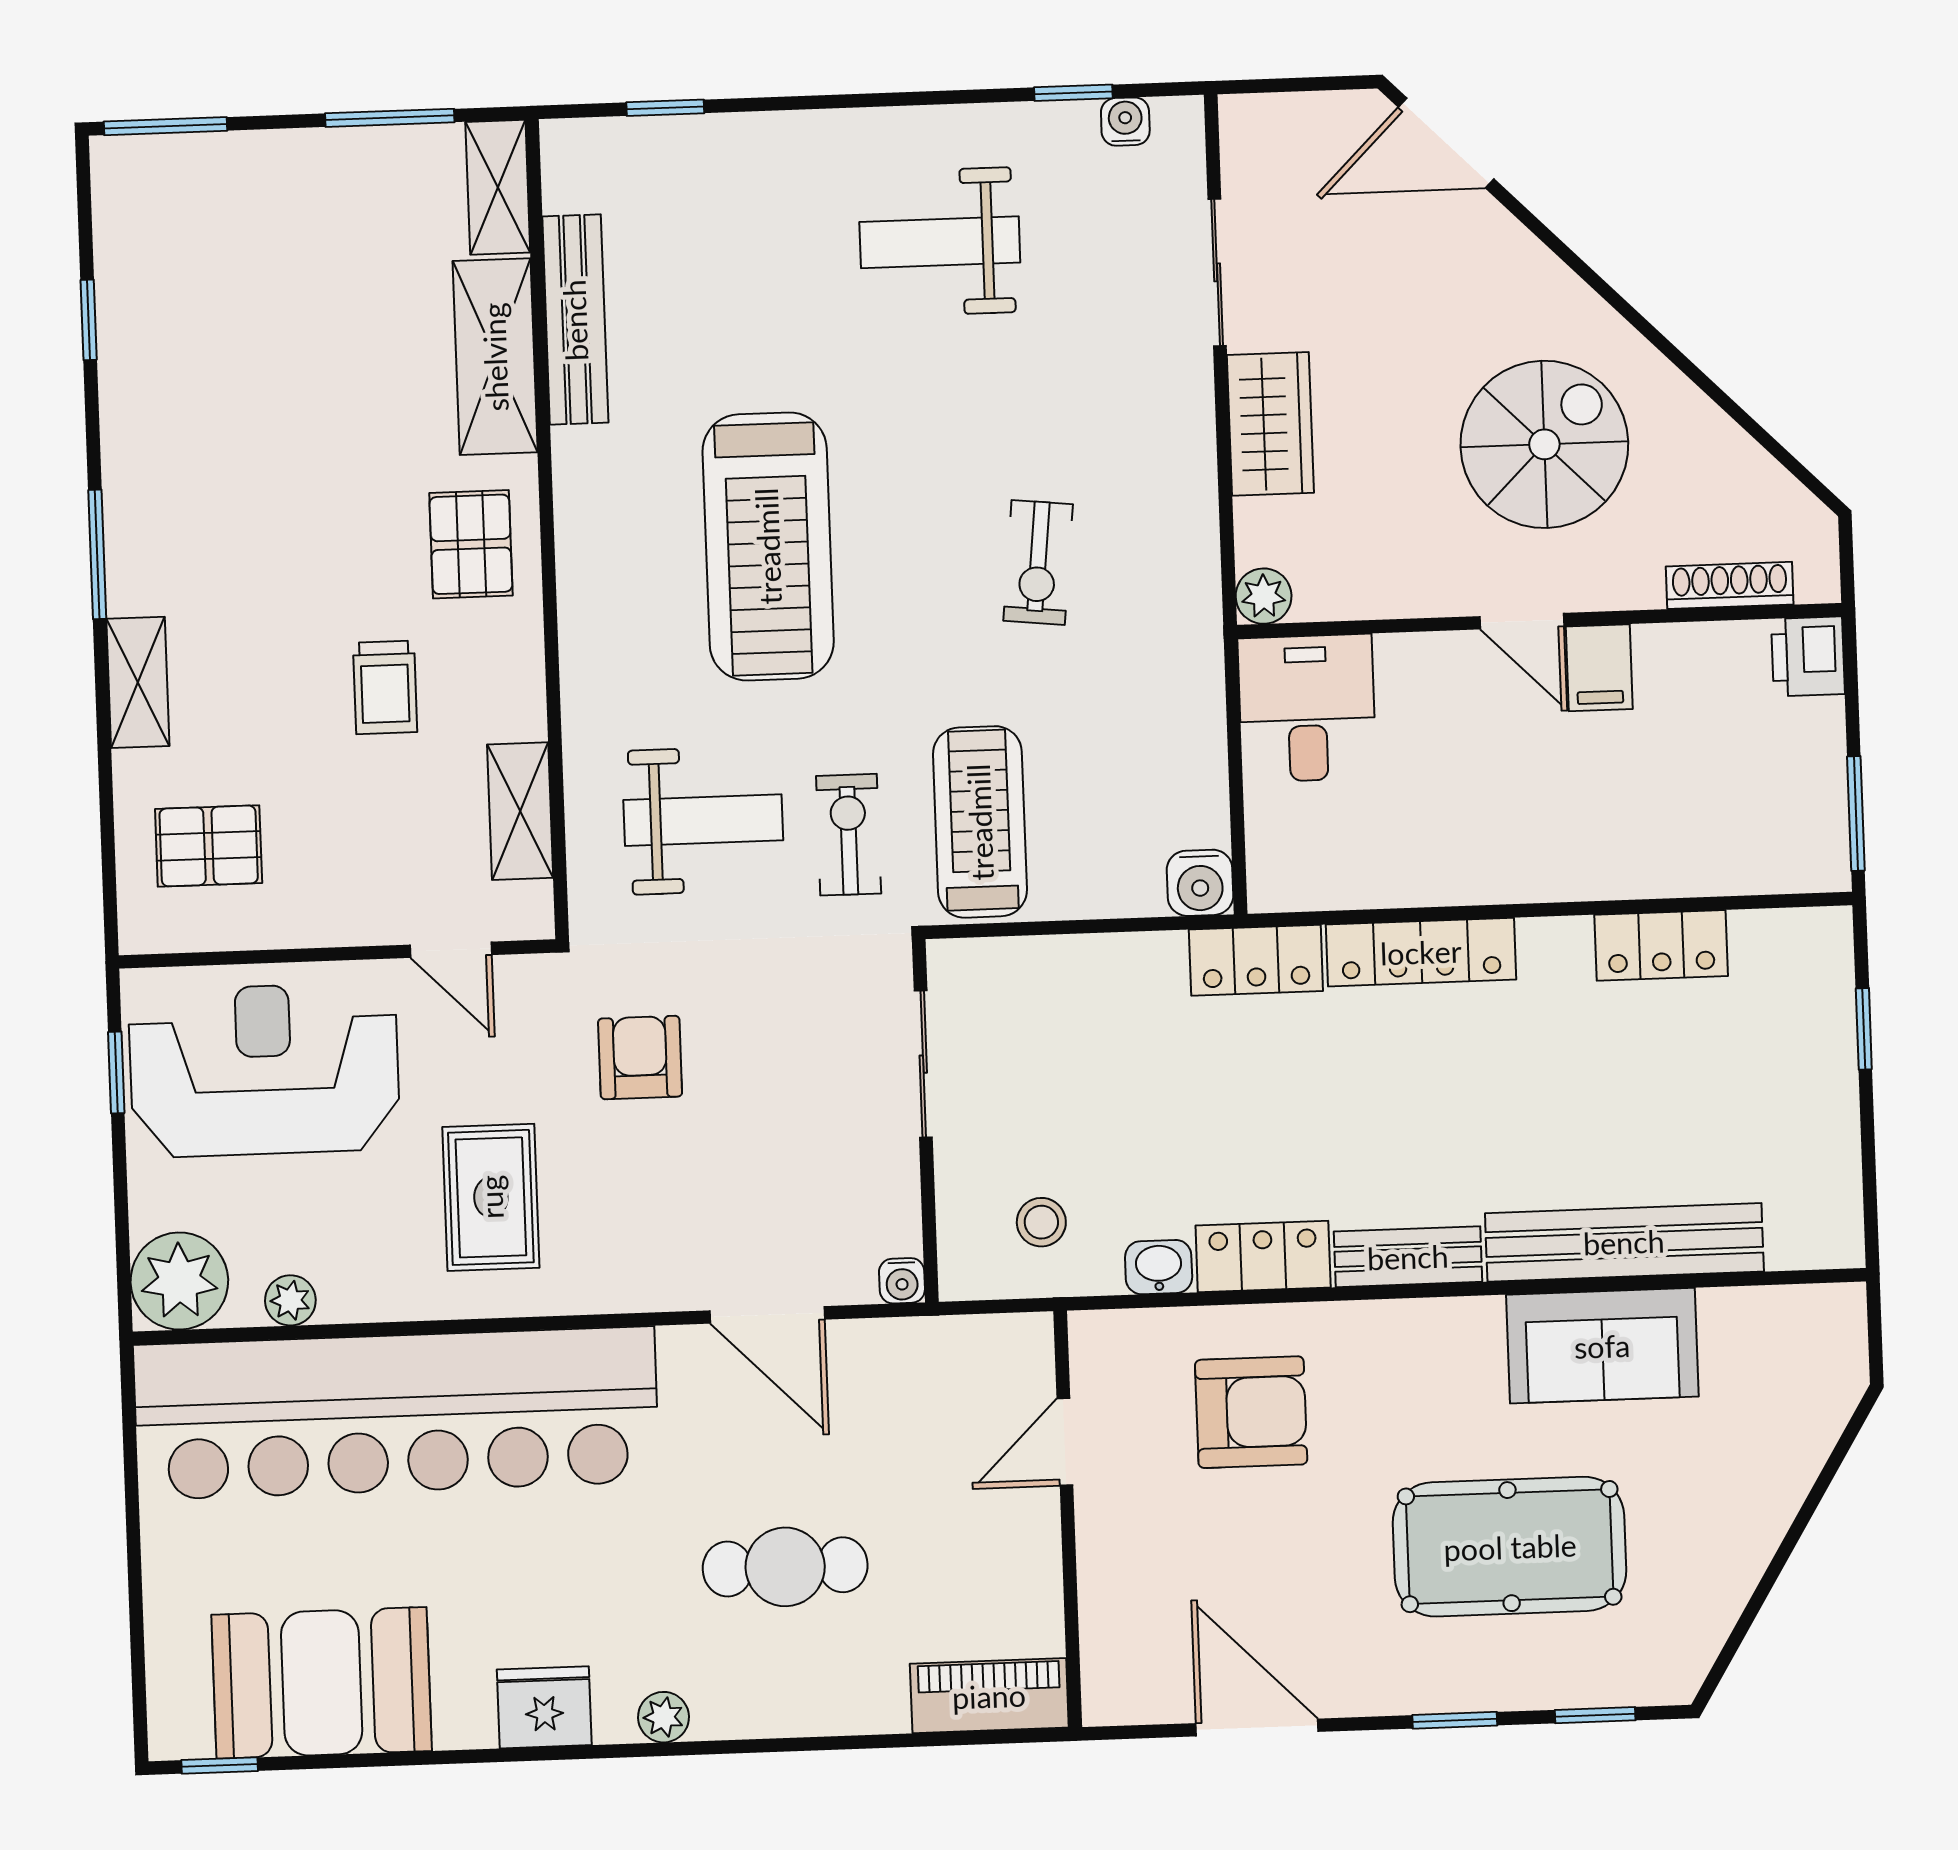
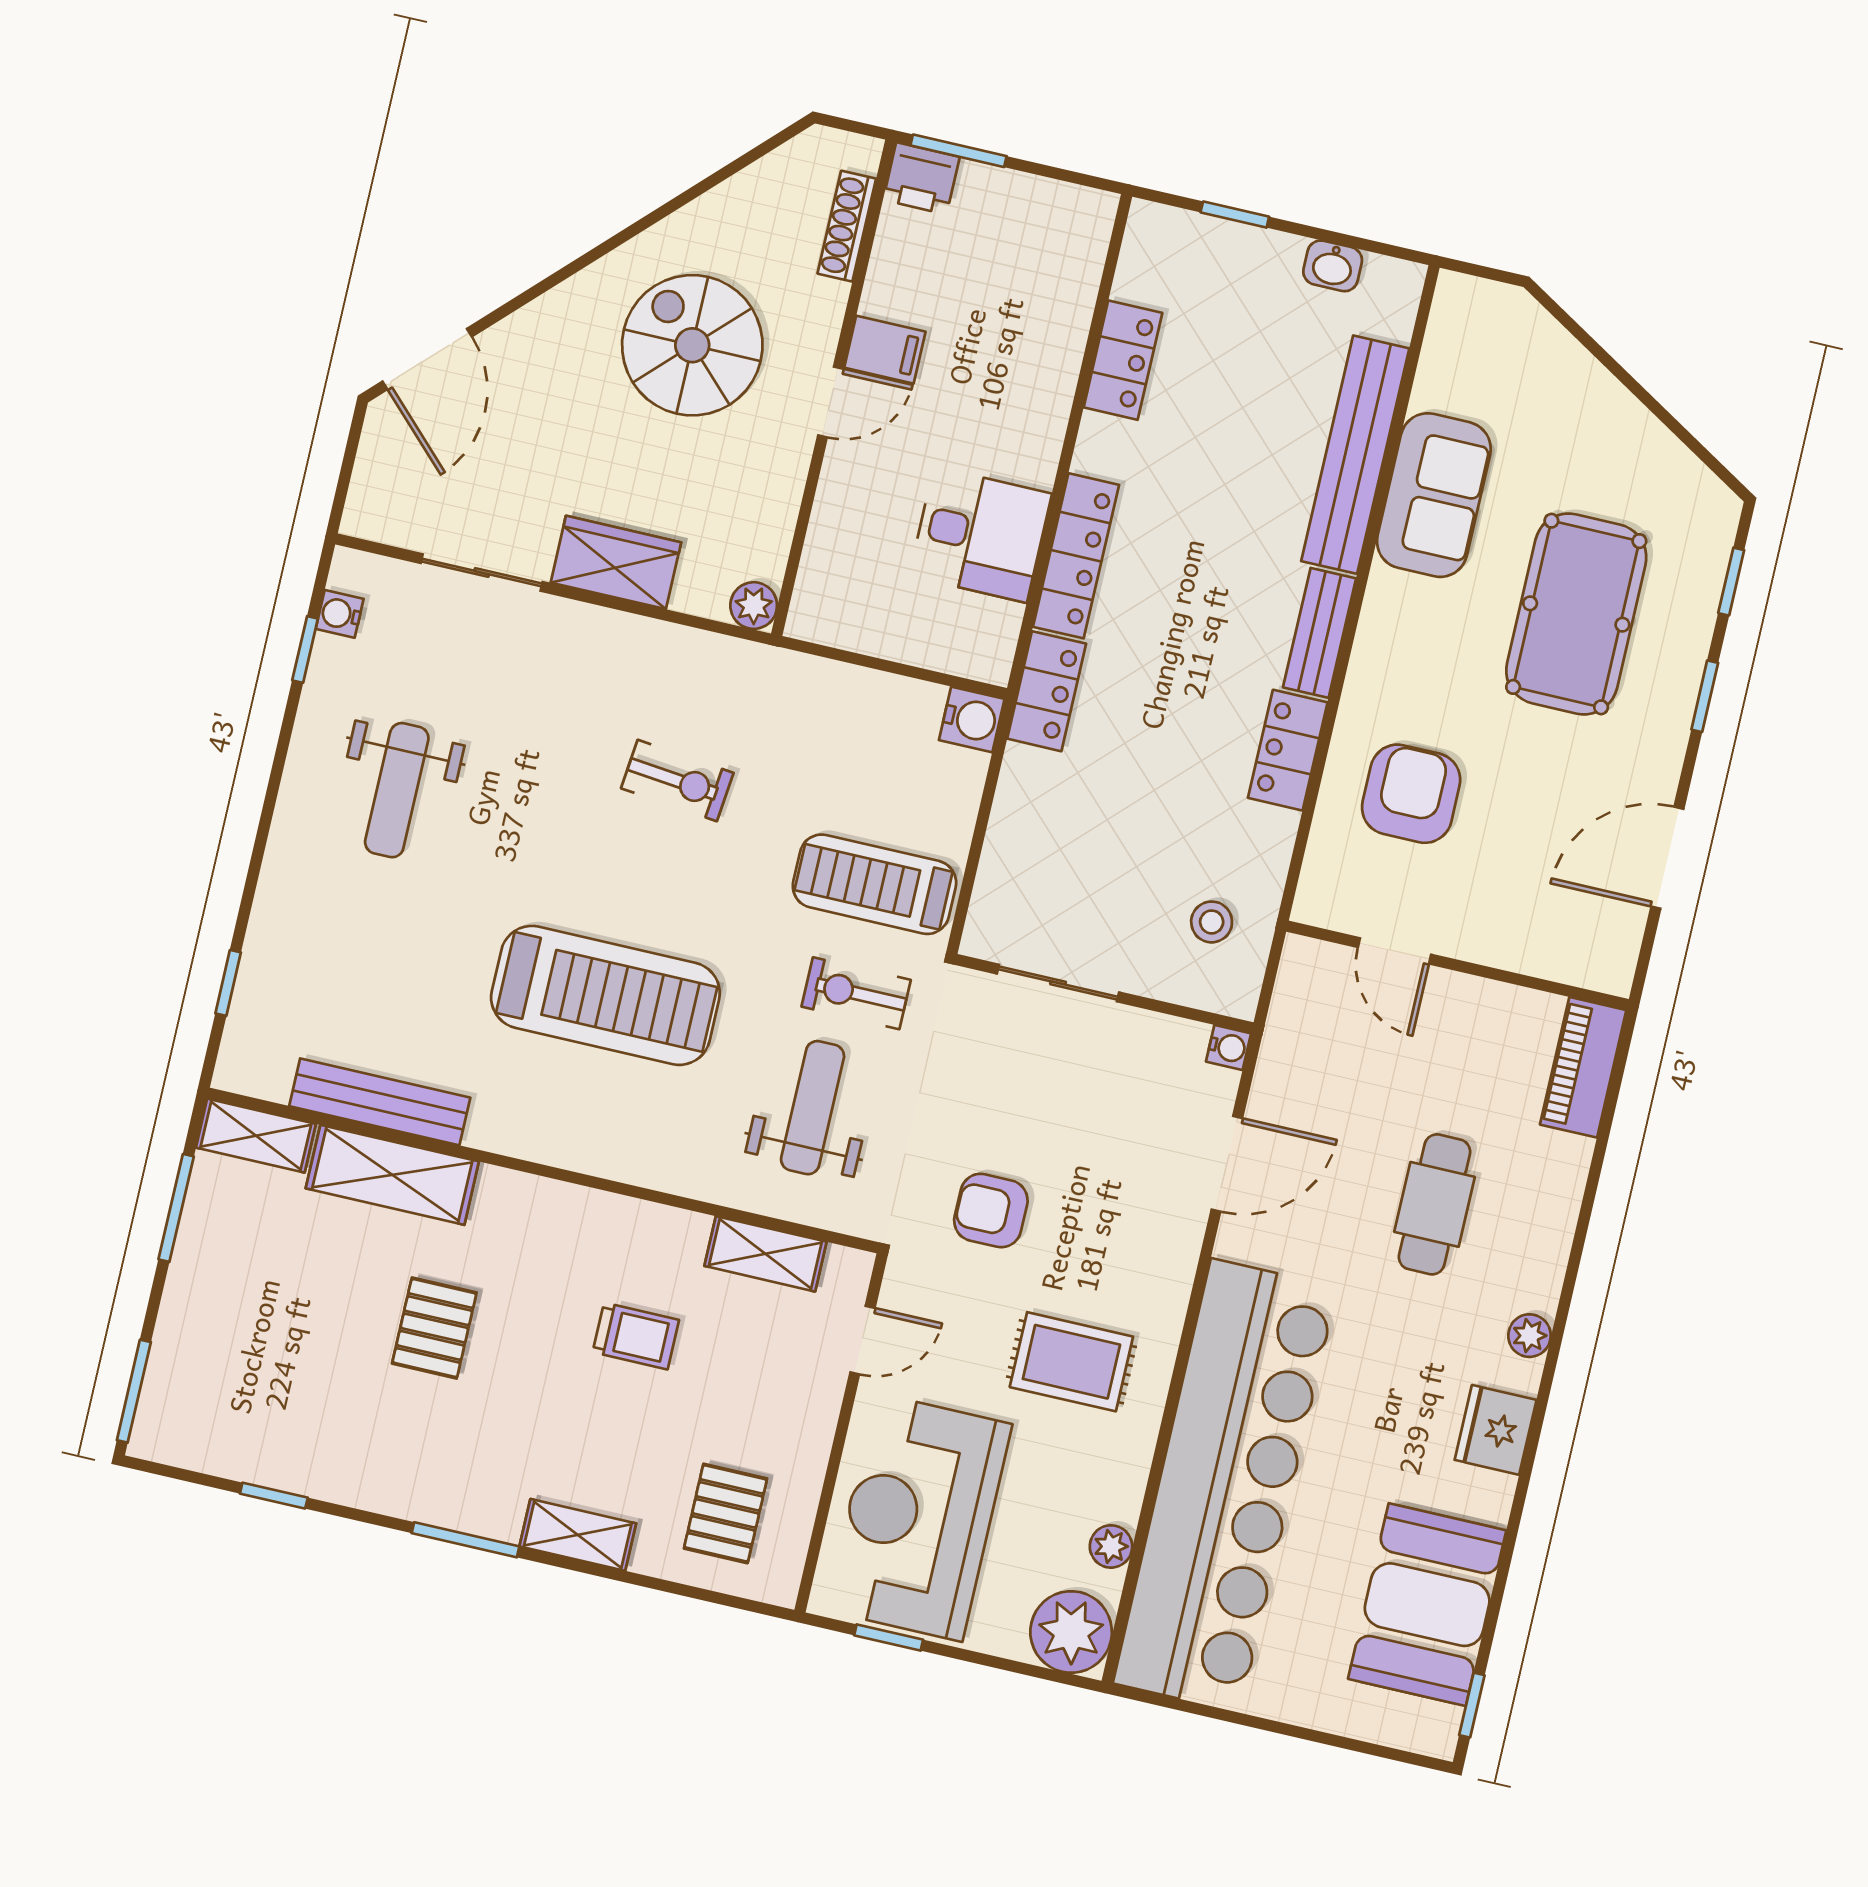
pallet: (471, 544) -> (434, 1328), moved, turned 90
desk: (1307, 708) -> (980, 535), moved, turned 180
window: (1856, 814) -> (959, 151), moved
washbasin: (1159, 1267) -> (1333, 266), moved, turned -90

